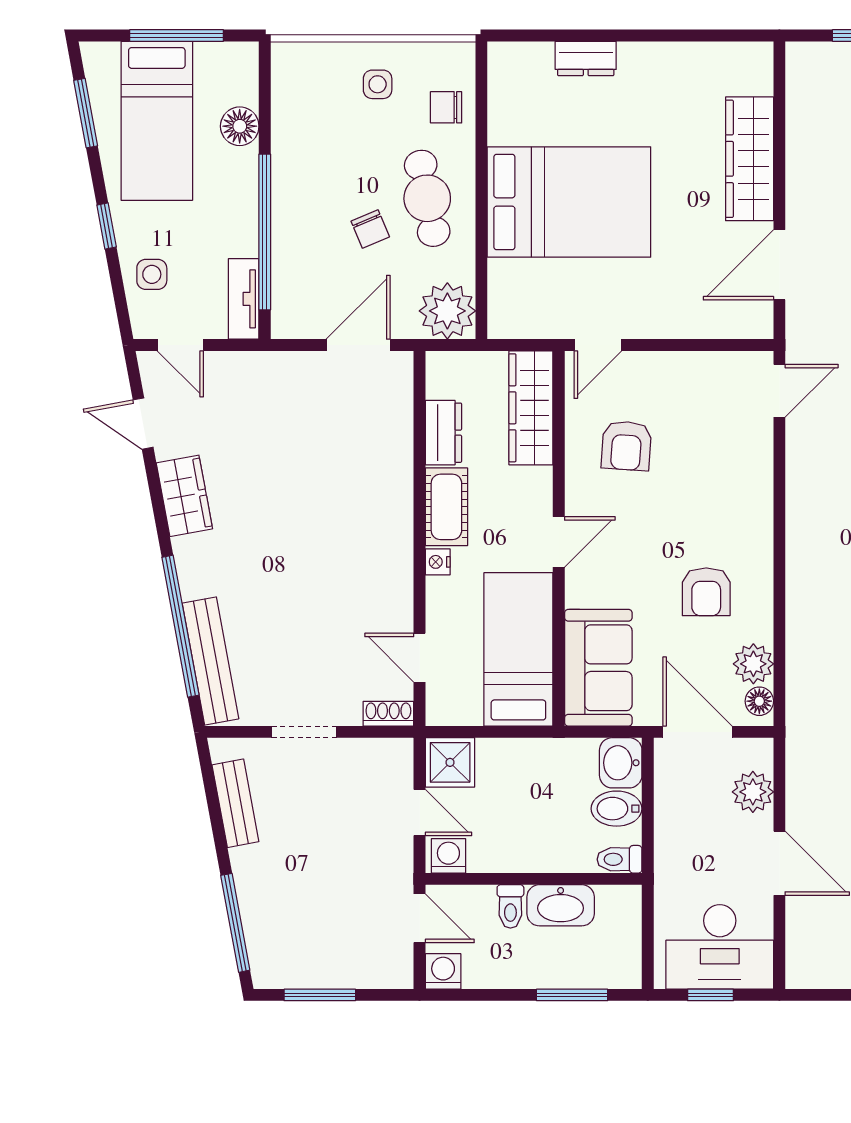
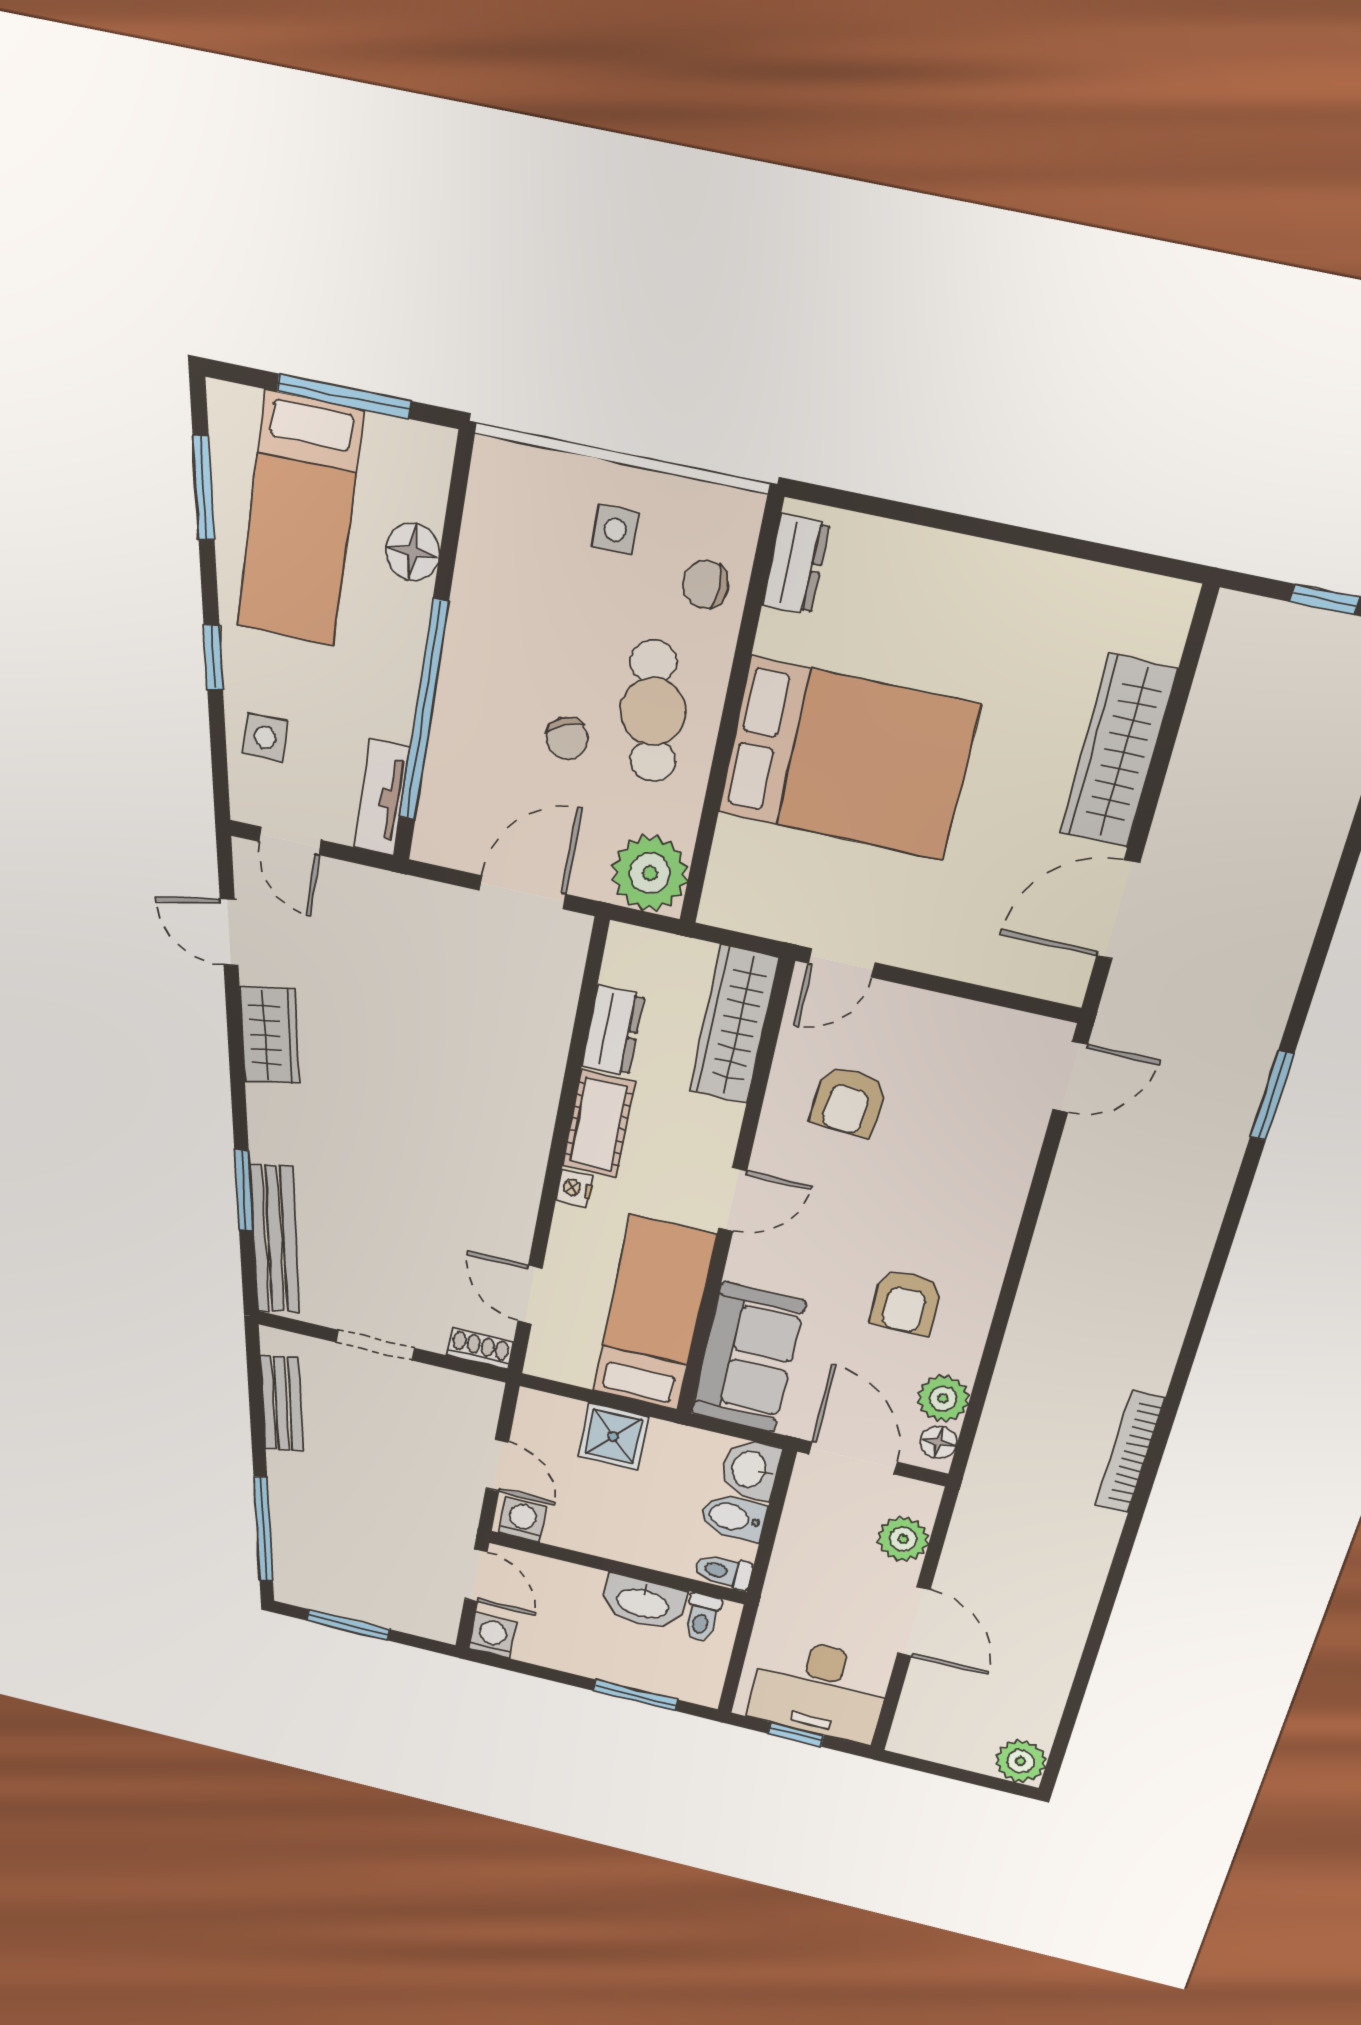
dresser: (586, 58) -> (796, 564), moved, turned -90
window: (180, 626) -> (244, 1190), width x0.47
shower: (450, 762) -> (613, 1436), moved
toilet: (510, 906) -> (702, 1618), moved

